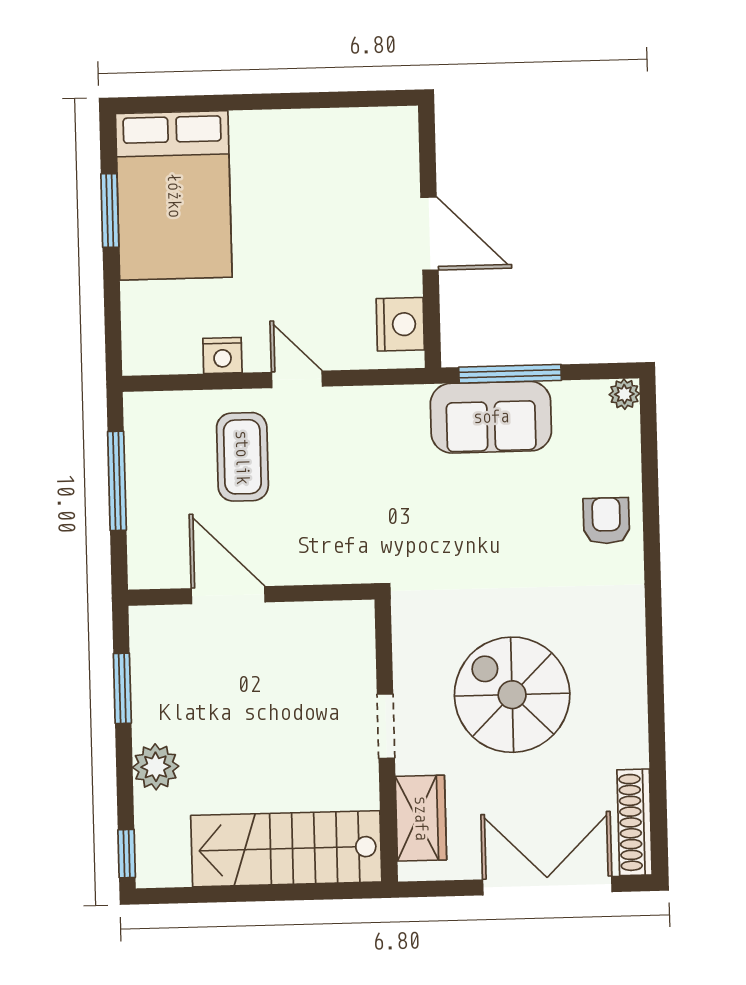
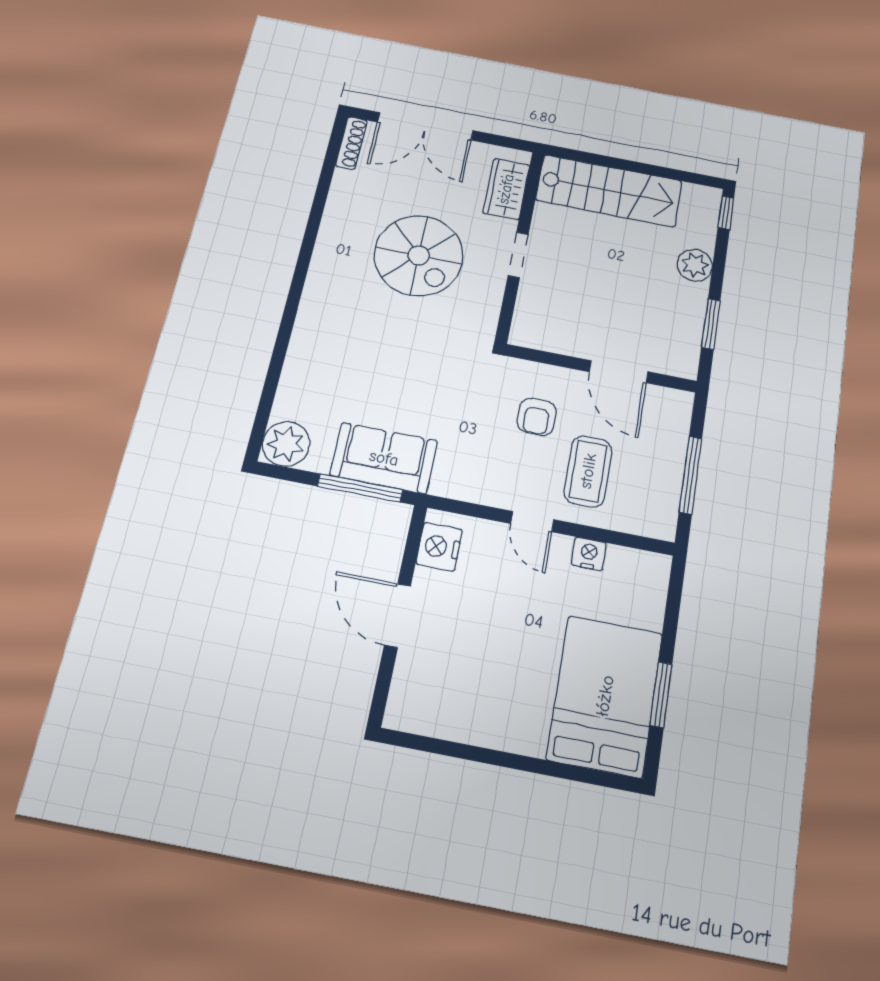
plant: (624, 394) -> (286, 444), width x1.88, depth x1.88
armchair: (606, 521) -> (537, 417), moved
shoe rack: (635, 822) -> (351, 143), width x0.74, depth x0.81

